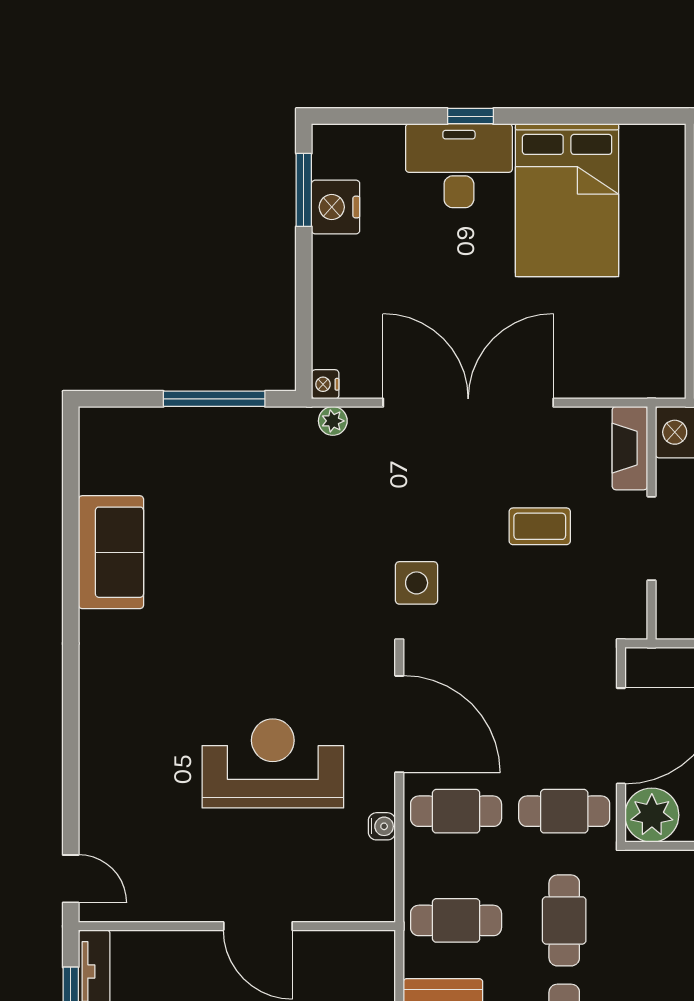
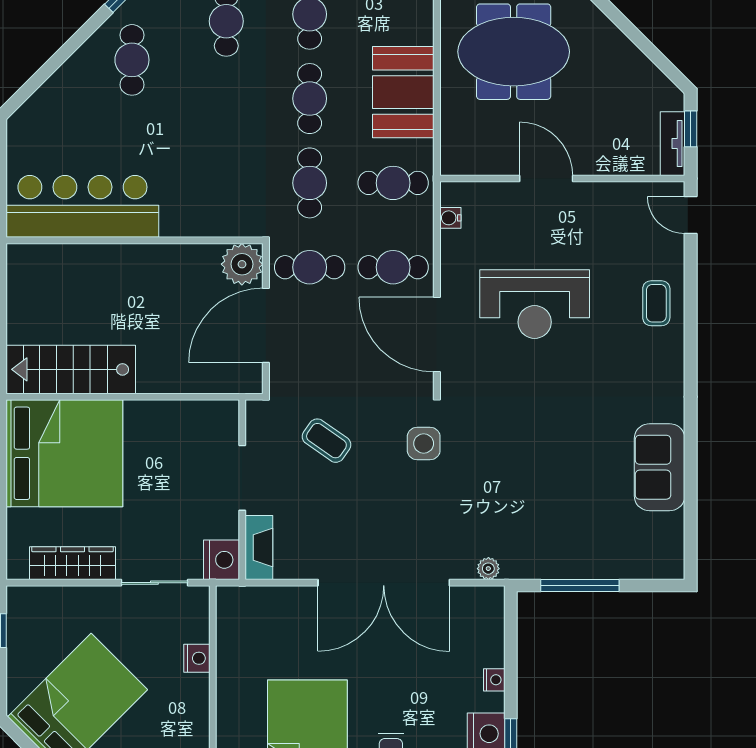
nightstand: (325, 384) -> (494, 680), moved
coffee table: (540, 526) -> (326, 441), moved, turned 35
coffee table: (115, 765) -> (656, 303), added
water cooler: (382, 826) -> (450, 218), moved

